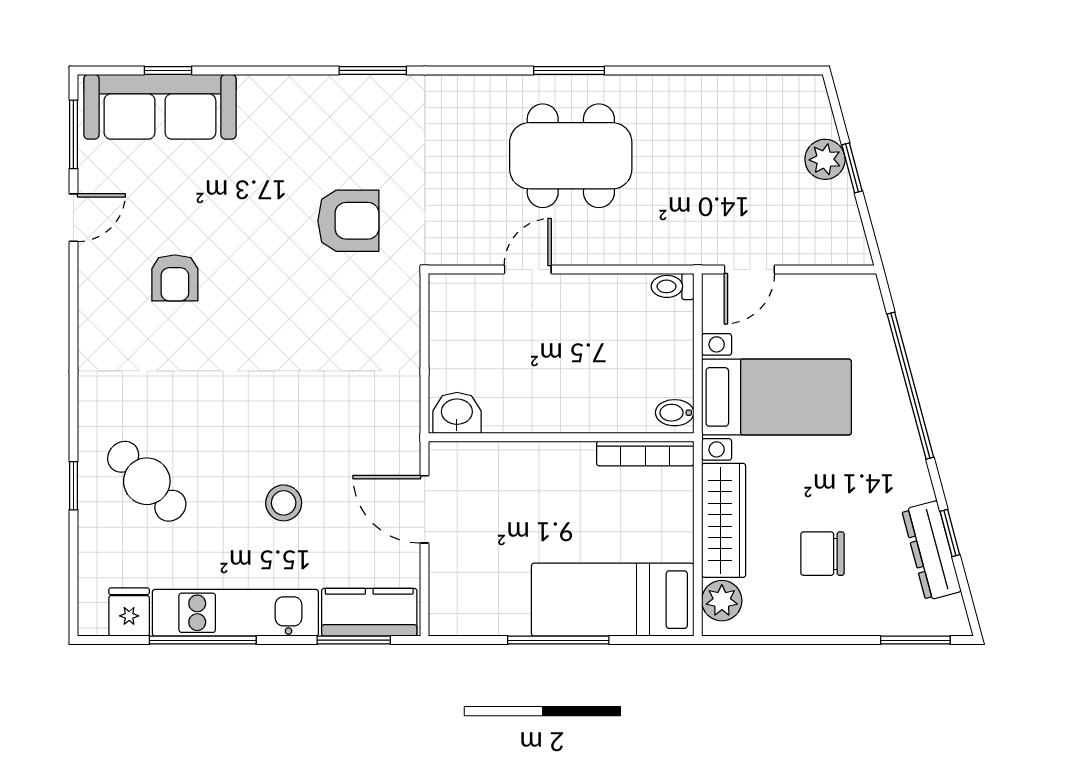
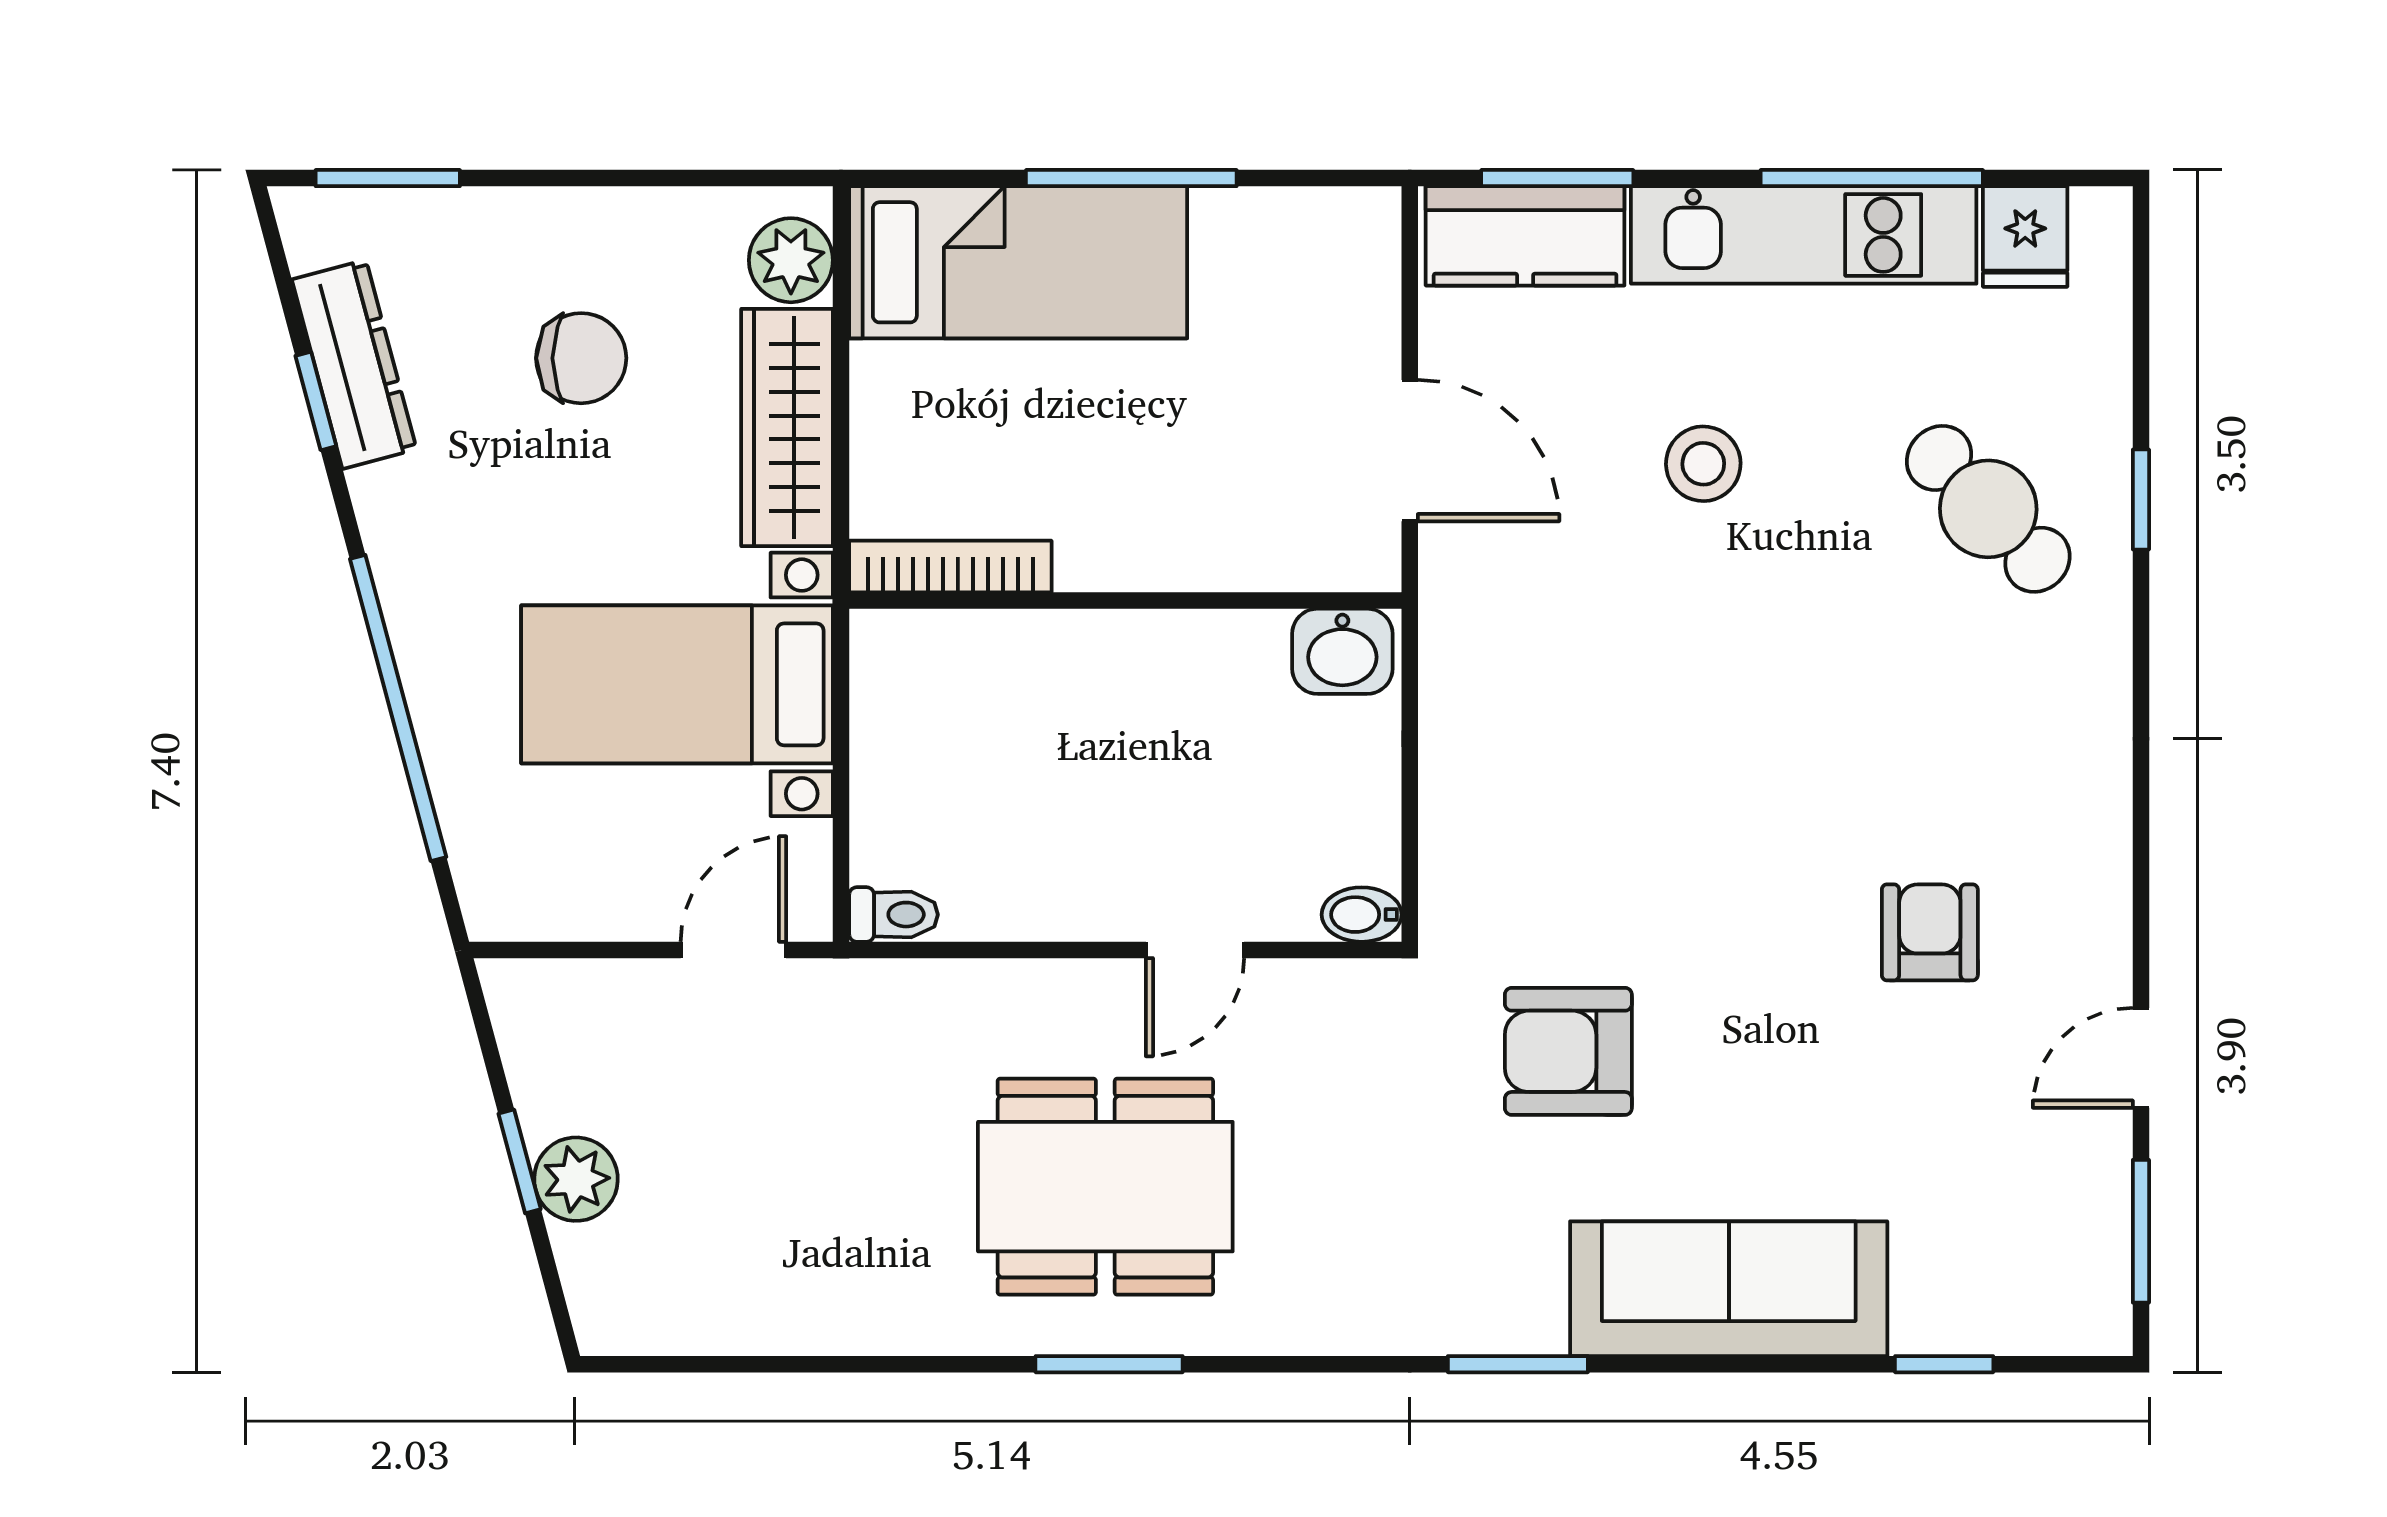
sofa: (160, 107) -> (1729, 1289), moved
bidet: (675, 413) -> (1362, 915), moved, turned 180

